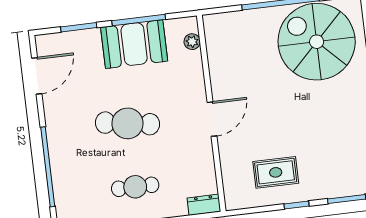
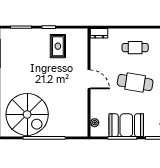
door: (212, 119) -> (89, 79), swing flipped
rug: (276, 172) -> (58, 46), turned 90

